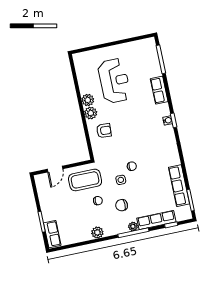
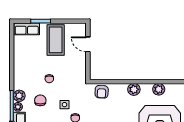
plant: (88, 100) -> (159, 89), moved
armchair: (104, 131) -> (102, 92), moved
coffee table: (85, 180) -> (56, 40), moved
plant: (97, 232) -> (19, 96), moved

